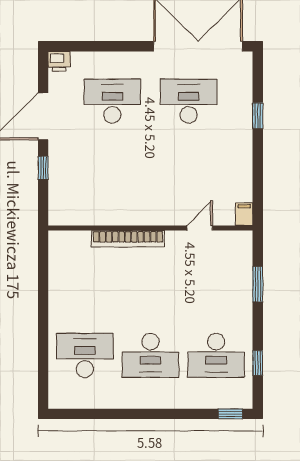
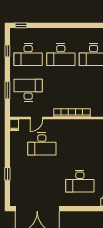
desk: (189, 101) -> (42, 144), moved
desk: (216, 284) -> (28, 90), added
desk: (150, 355) -> (61, 55), turned 180
desk: (216, 355) -> (28, 55), turned 180

